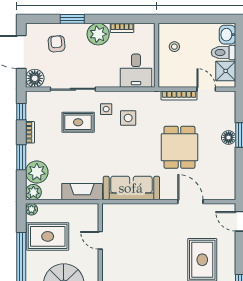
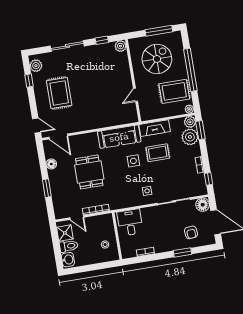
plant: (98, 34) -> (162, 244), removed
side table: (128, 118) -> (133, 161), moved
rug: (78, 122) -> (158, 153), moved
floor lamp: (229, 137) -> (51, 164), moved
window: (21, 157) -> (200, 130), moved
door: (190, 202) -> (58, 137), moved
door: (100, 240) -> (136, 95), swing flipped

